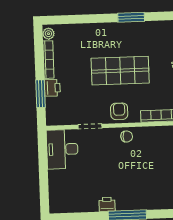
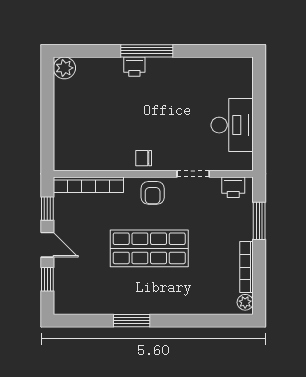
printer: (52, 88) -> (233, 187), moved, turned -90
desk: (62, 149) -> (232, 125), moved
printer: (107, 204) -> (134, 67), moved

